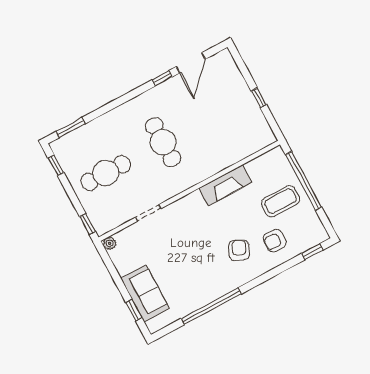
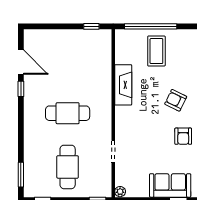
window: (259, 98) -> (91, 26), moved
armchair: (275, 241) -> (183, 136), moved

